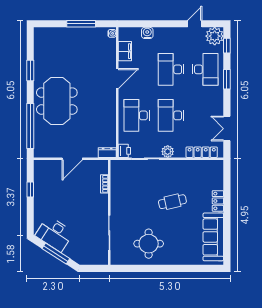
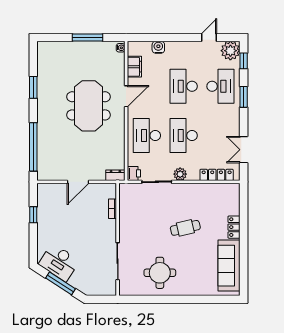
meeting table: (57, 101) -> (89, 106), moved

